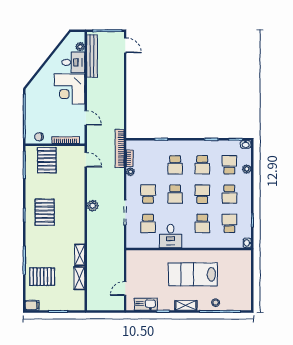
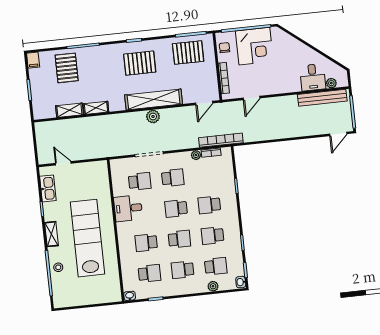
corner desk: (69, 89) -> (254, 46), moved, turned 180
pallet: (47, 160) -> (188, 53), moved
shelving: (78, 204) -> (154, 100), added
school desk: (148, 223) -> (140, 181), turned 180
lab bench: (193, 274) -> (87, 238), width x1.36

